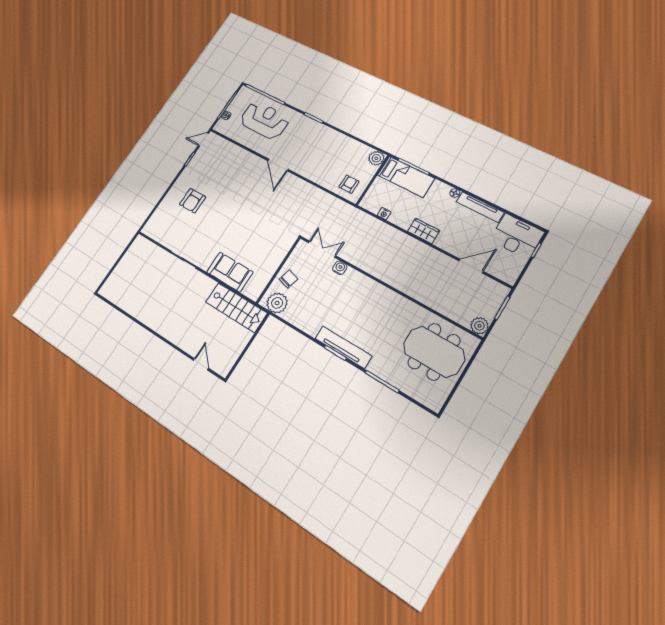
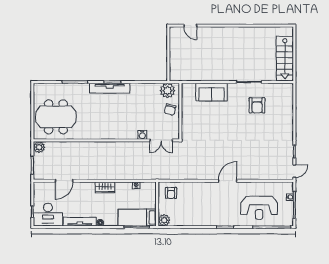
door: (278, 165) -> (228, 181), hinge flipped
armchair: (193, 201) -> (257, 105), moved, turned 180
stairs: (236, 308) -> (285, 59), moved, turned -90

